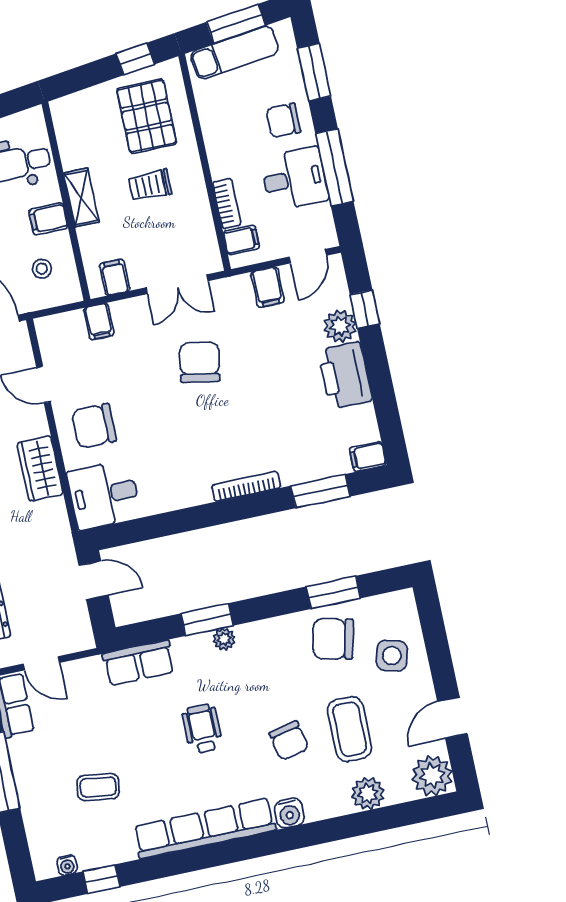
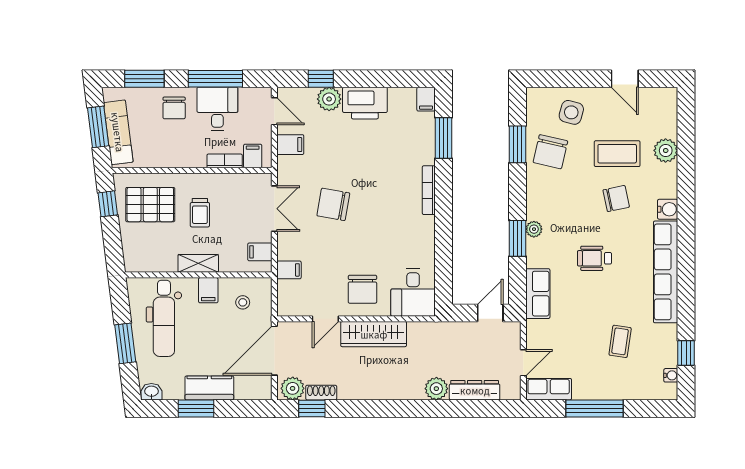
wardrobe: (40, 468) -> (374, 334), width x1.50
door: (94, 580) -> (490, 313), moved
plant: (432, 776) -> (663, 102), removed

